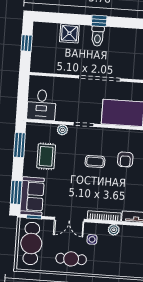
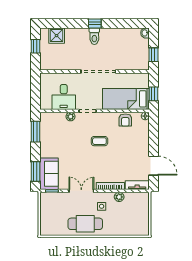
shower: (69, 33) -> (57, 36), moved
desk: (41, 105) -> (64, 97), moved
rug: (46, 156) -> (58, 140), removed
armchair: (125, 159) -> (125, 120), moved
double door: (69, 219) -> (81, 191), swing flipped
cafe table: (31, 243) -> (51, 213), removed
cafe table: (71, 259) -> (85, 224), width x1.37, depth x1.35

